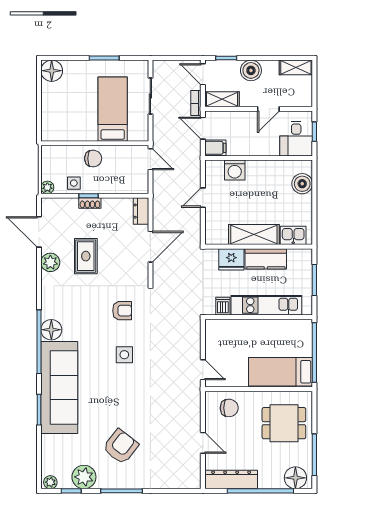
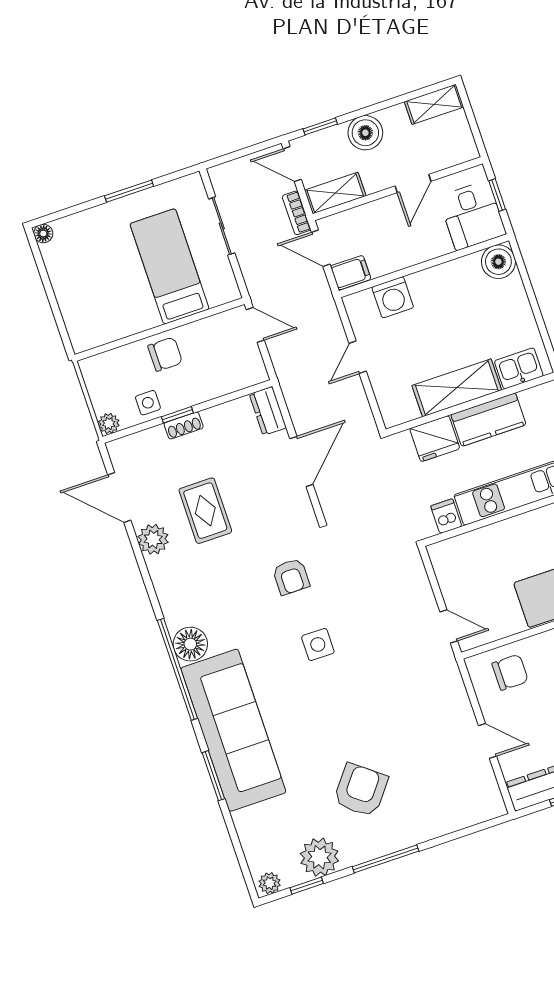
floor lamp: (52, 71) -> (43, 233), width x0.53, depth x0.53
boiler: (302, 184) -> (498, 262), moved
armchair: (122, 311) -> (291, 577), turned 90

